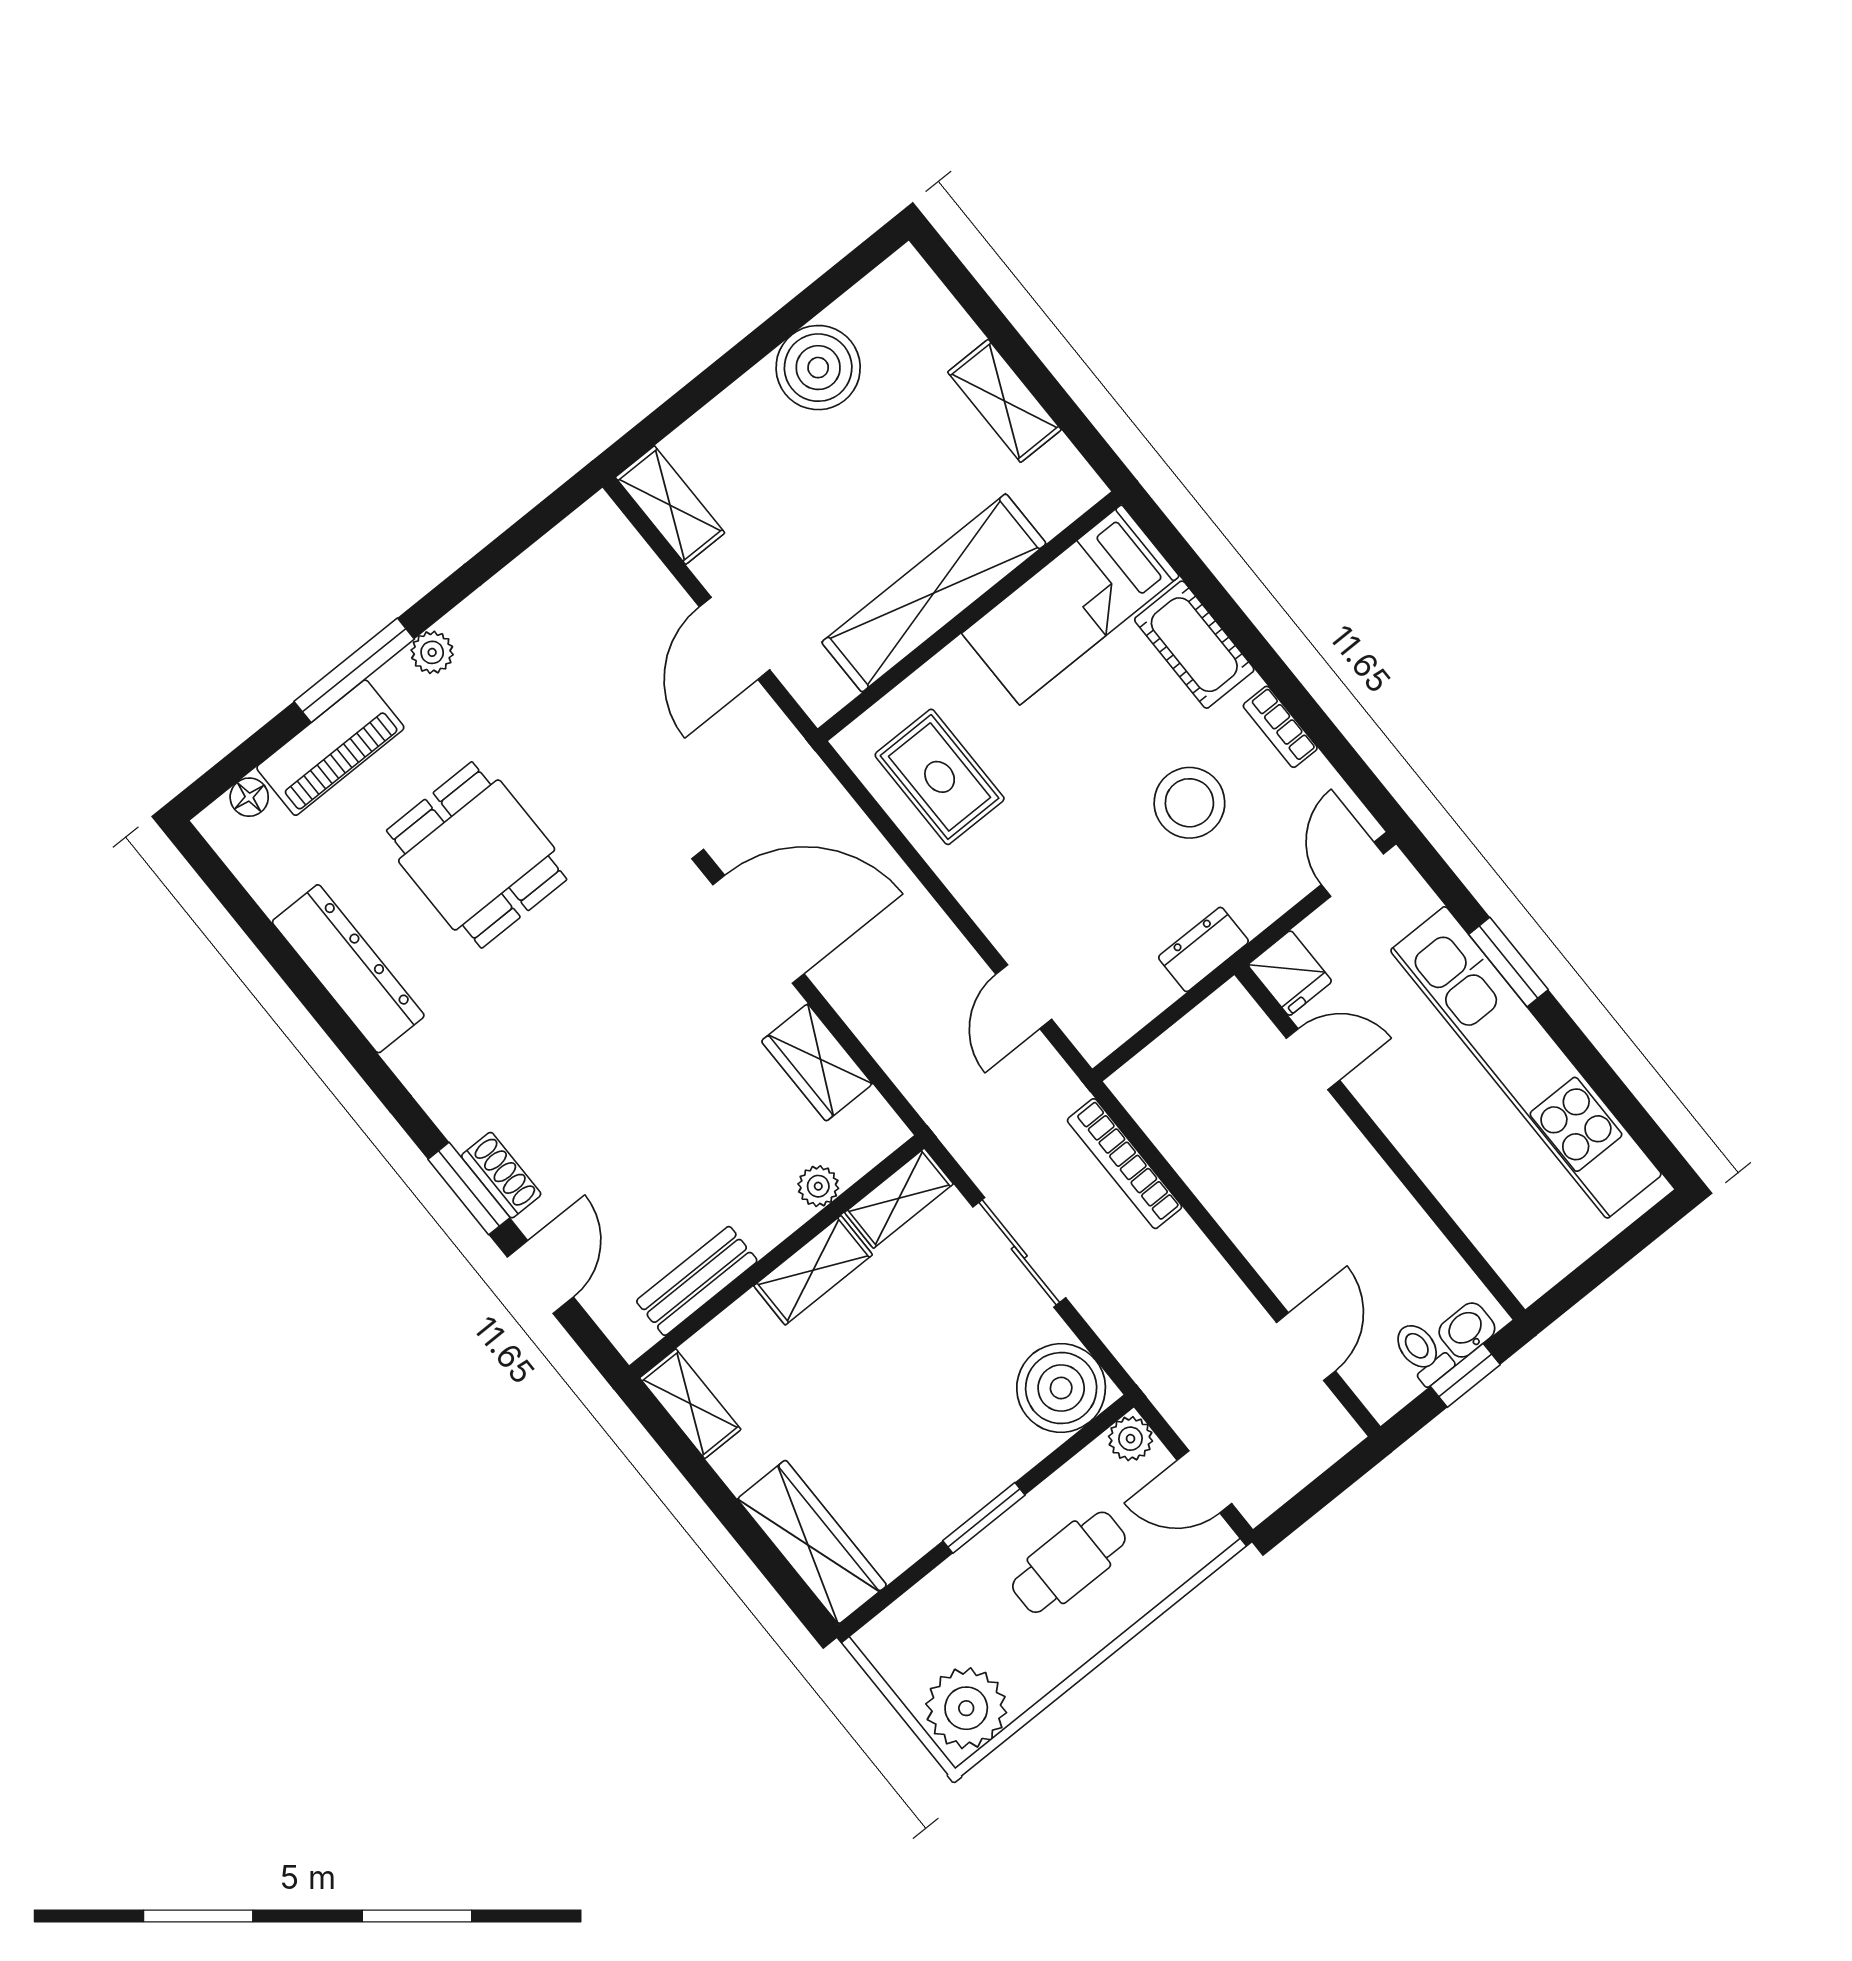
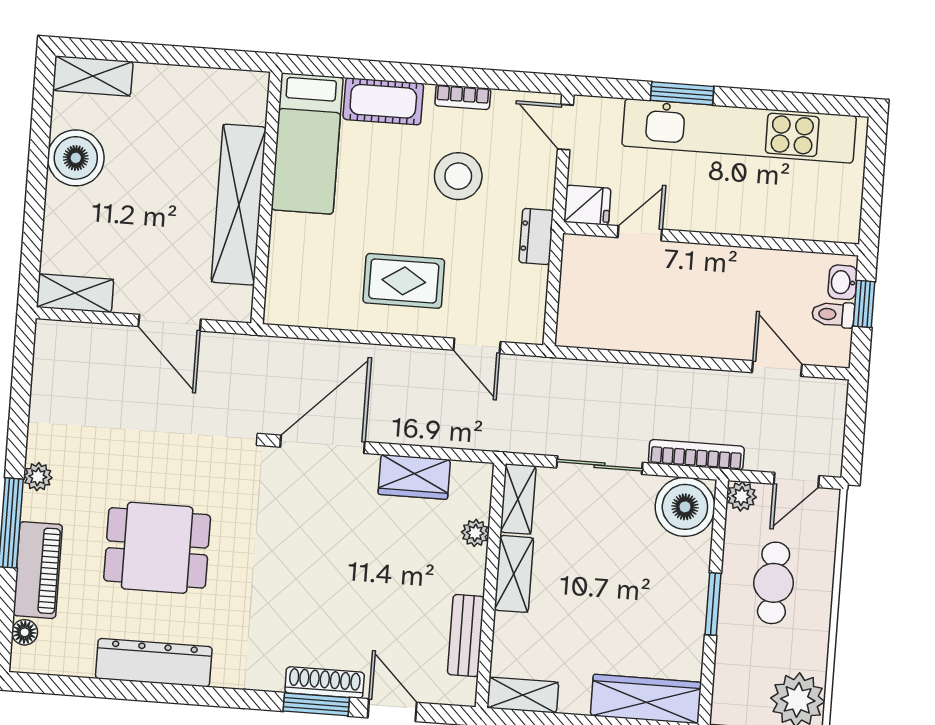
shelving: (1004, 401) -> (93, 76), moved
rug: (940, 777) -> (404, 281), moved
bookcase: (1125, 1164) -> (696, 455), moved, turned 180
shoe rack: (501, 1175) -> (325, 683), width x1.43

